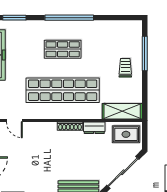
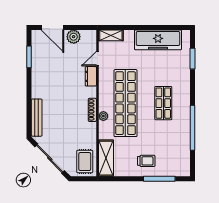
window: (69, 18) -> (192, 128), moved
plant: (77, 114) -> (103, 116), added
dresser: (94, 128) -> (91, 76), moved

